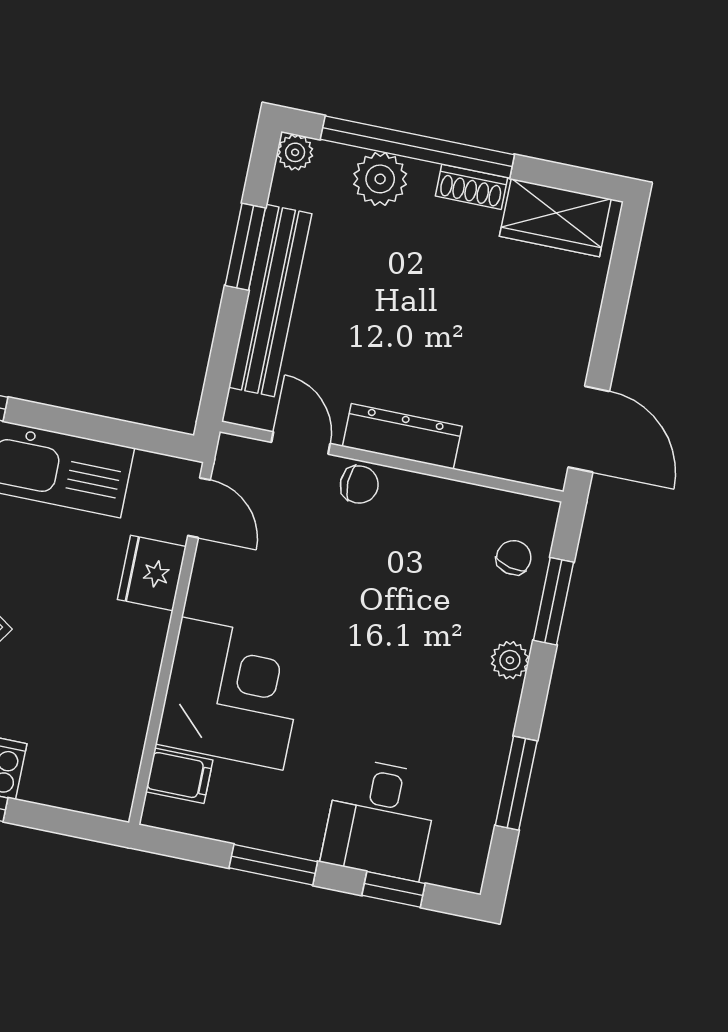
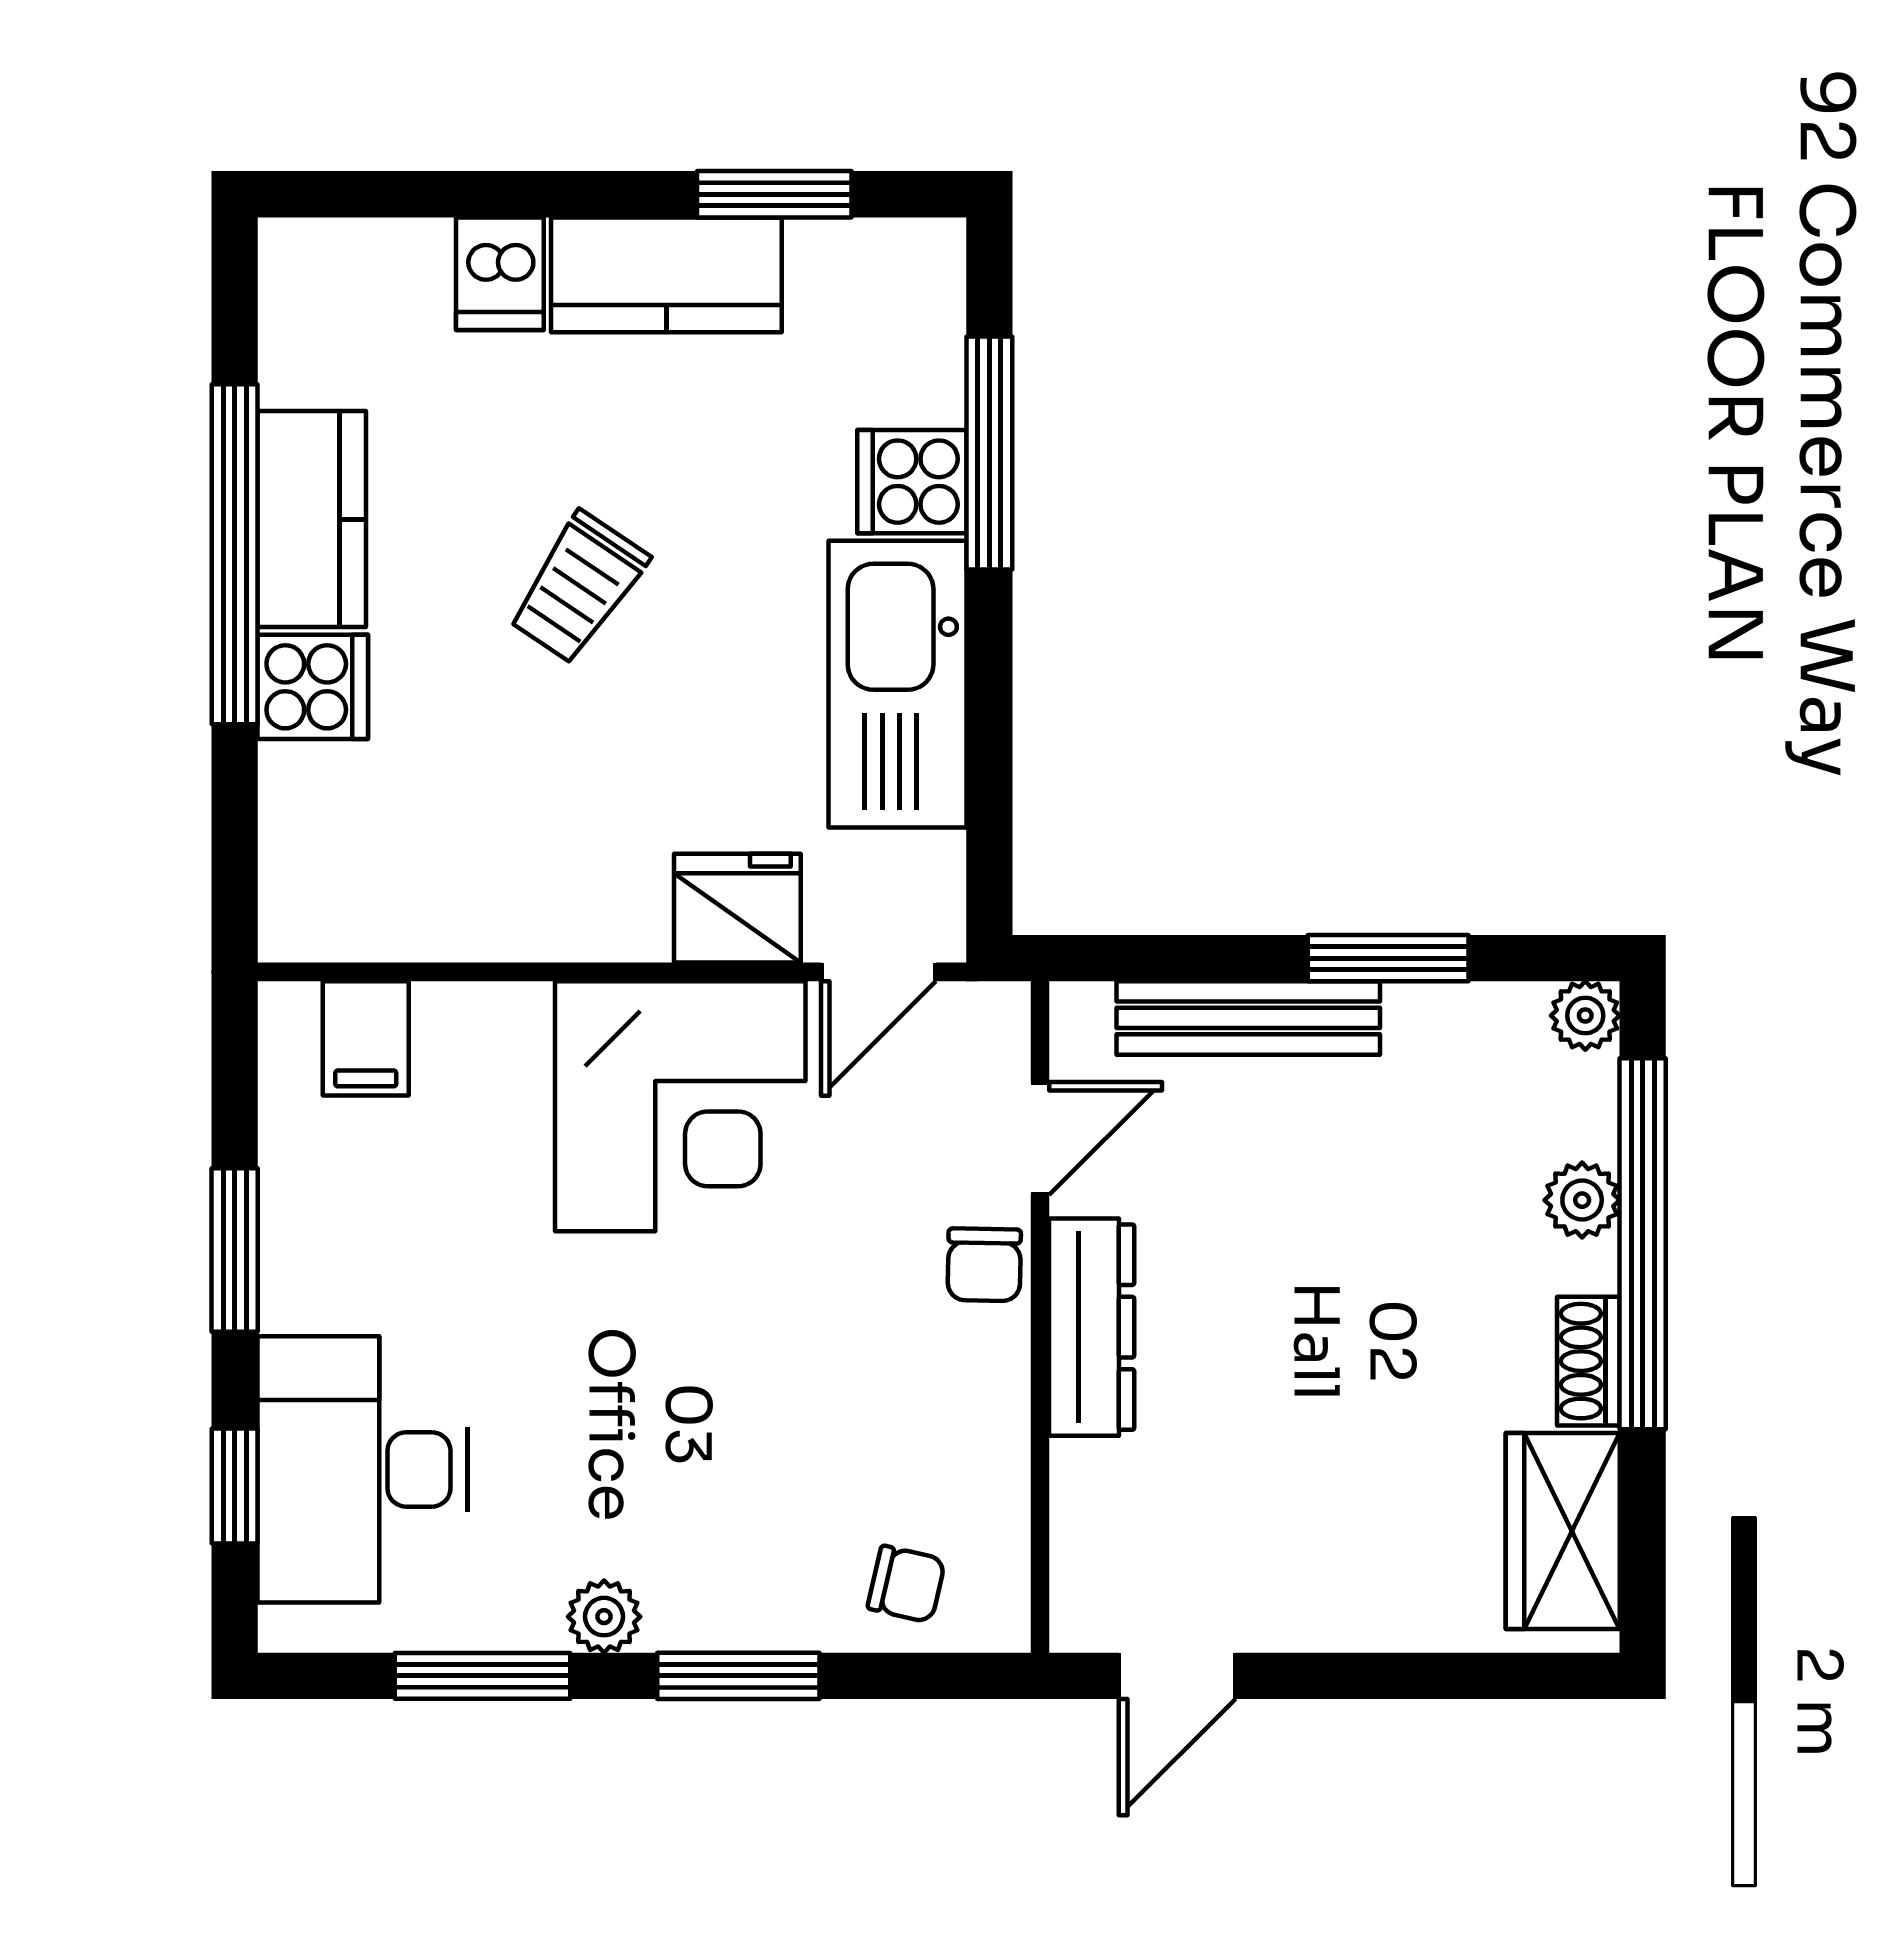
plant: (380, 179) -> (1582, 1200), width x0.73, depth x0.73
bench: (270, 301) -> (1248, 1018), width x0.73, depth x0.82
door: (589, 429) -> (1177, 1676), width x0.73
window: (553, 601) -> (738, 1676), moved
plant: (510, 660) -> (604, 1617), moved
corner desk: (232, 694) -> (680, 1106), moved
desk: (380, 819) -> (362, 1469), width x1.37

